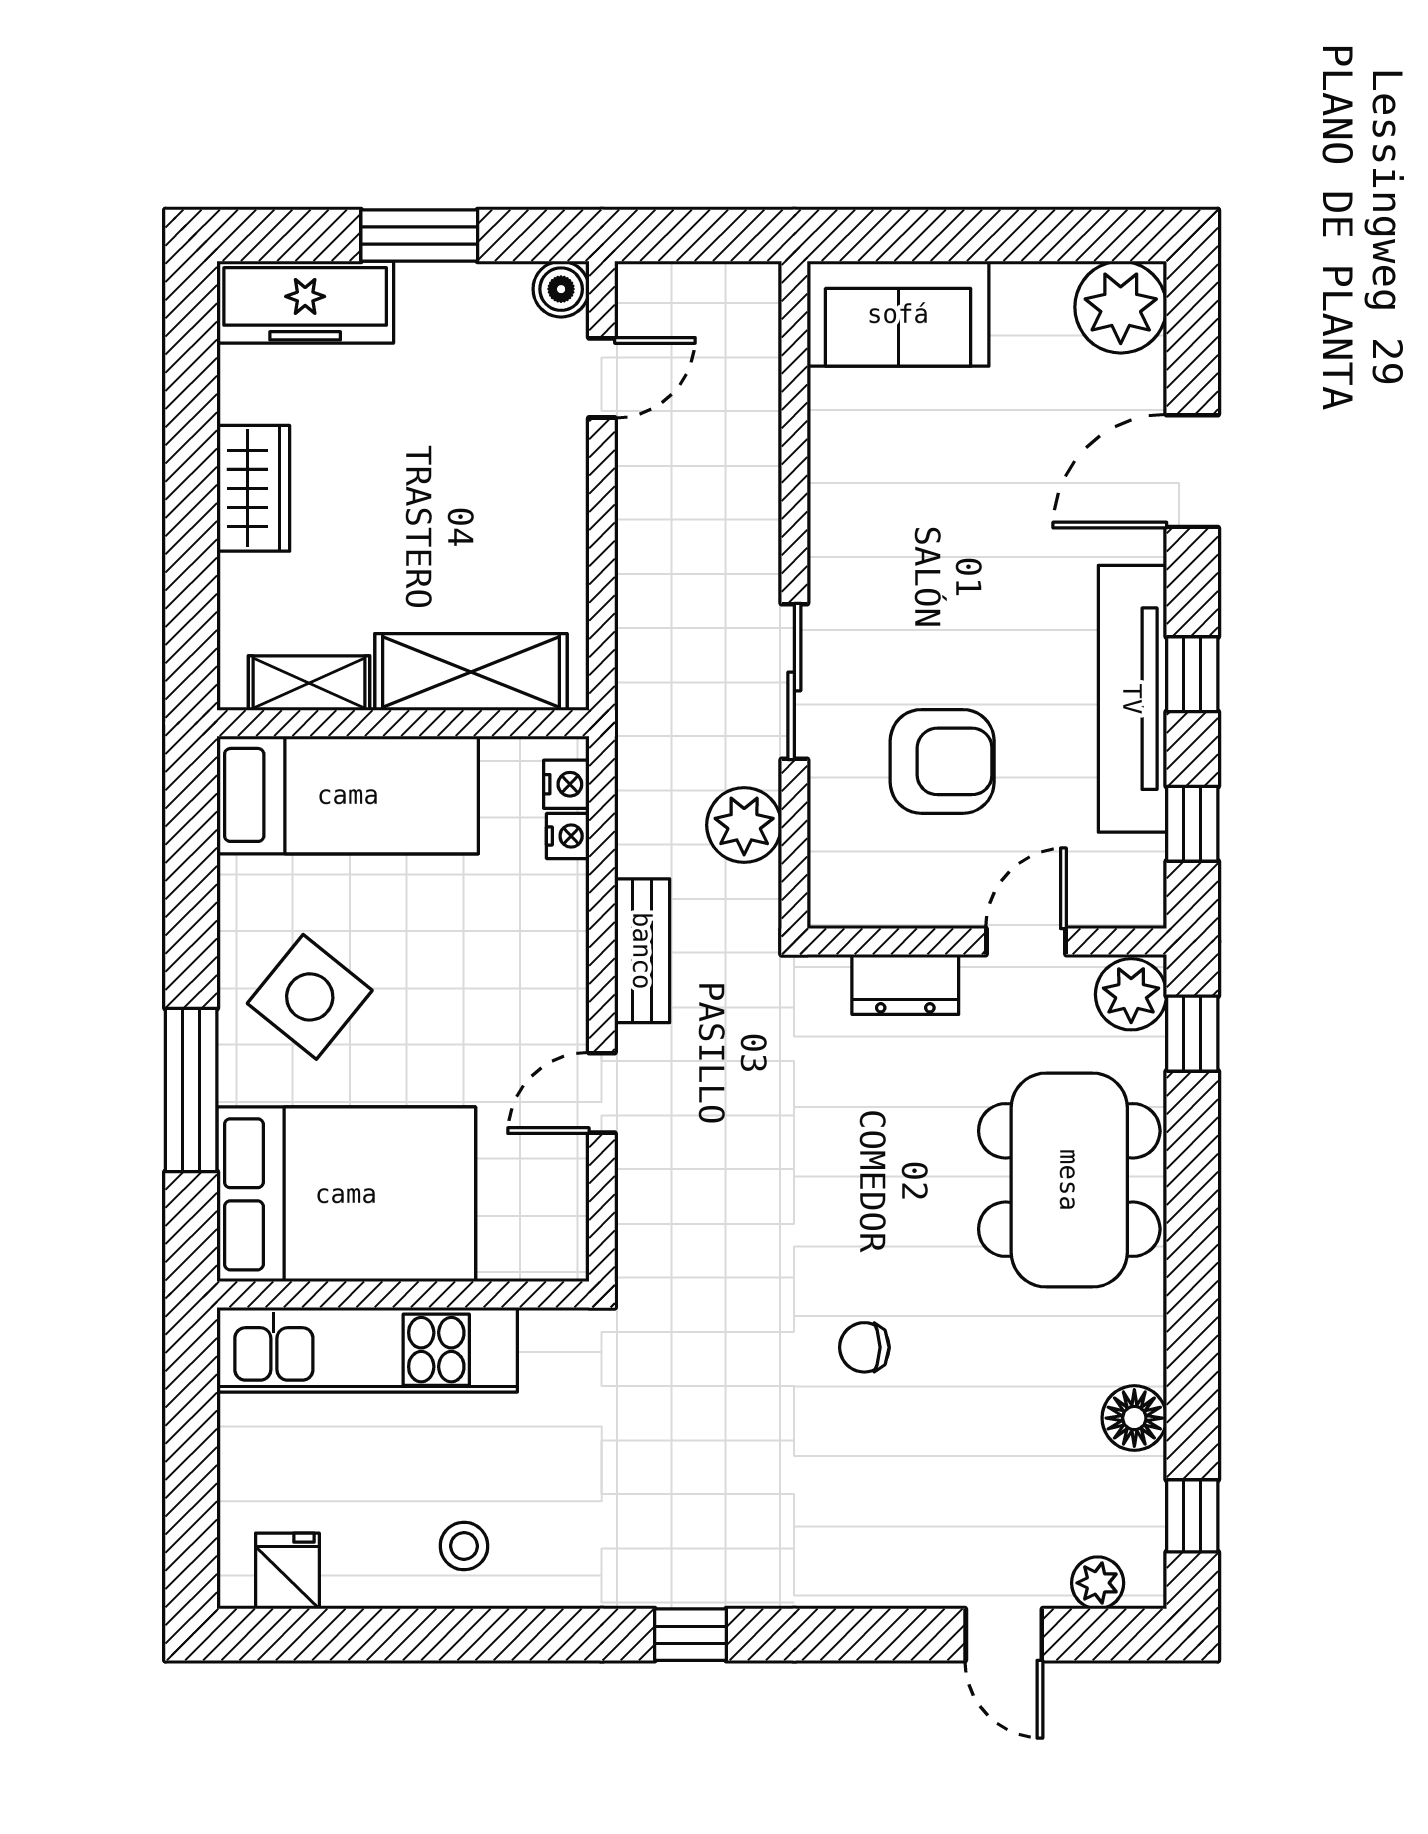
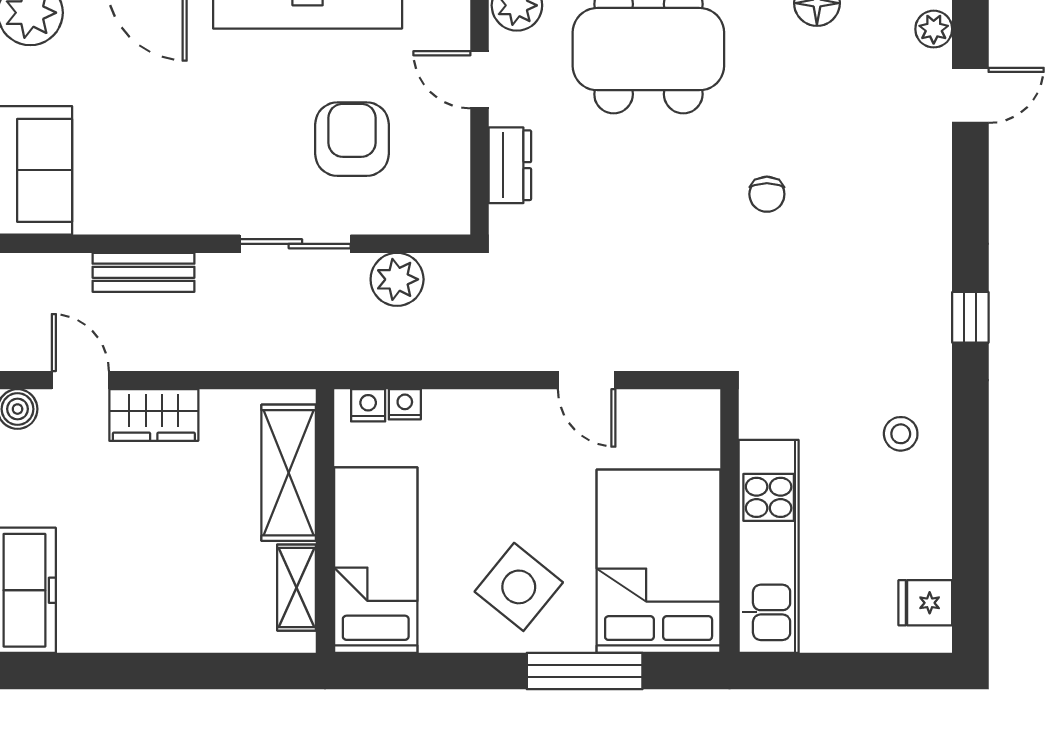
wardrobe: (253, 488) -> (154, 415), moved, turned 180
bench: (642, 951) -> (144, 272), moved
stool: (464, 1546) -> (901, 434), moved

